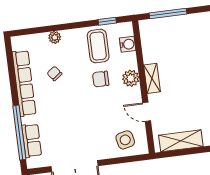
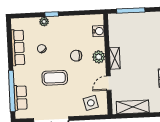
window: (107, 21) -> (52, 14), moved
coffee table: (98, 46) -> (55, 78), moved, turned 90
row of seats: (24, 83) -> (18, 48), width x0.73
door: (147, 112) -> (109, 83), hinge flipped

